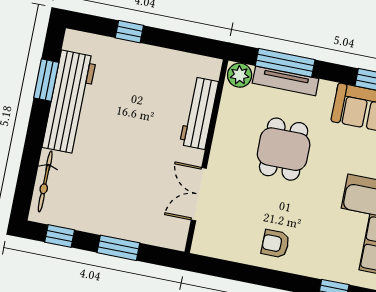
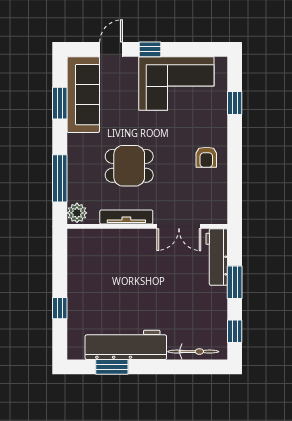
tv unit: (286, 81) -> (126, 217), moved, turned -90
workbench: (199, 113) -> (217, 257), moved, turned 90

